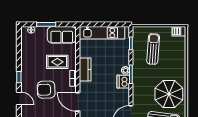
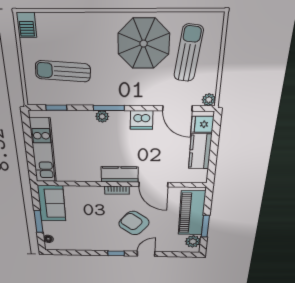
rug: (57, 62) -> (92, 209), removed
kitchen counter: (85, 70) -> (120, 174), moved
dishwasher: (123, 82) -> (142, 120), moved
armchair: (46, 90) -> (134, 223), turned 130
door: (78, 102) -> (153, 184), hinge flipped

